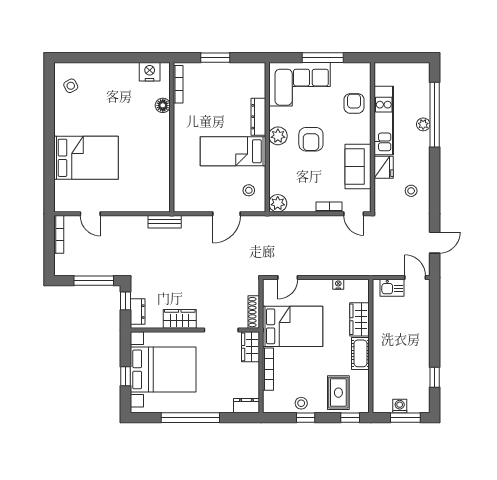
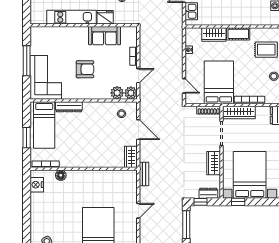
armchair: (354, 103) -> (59, 38), removed
plant: (278, 136) -> (117, 93), moved
bed: (233, 151) -> (44, 125), moved
wardrobe: (188, 203) -> (131, 157), added
door: (90, 214) -> (138, 211), moved
door: (354, 214) -> (138, 76), moved
wardrobe: (251, 347) -> (239, 112), width x1.50
window: (126, 376) -> (238, 202), moved

